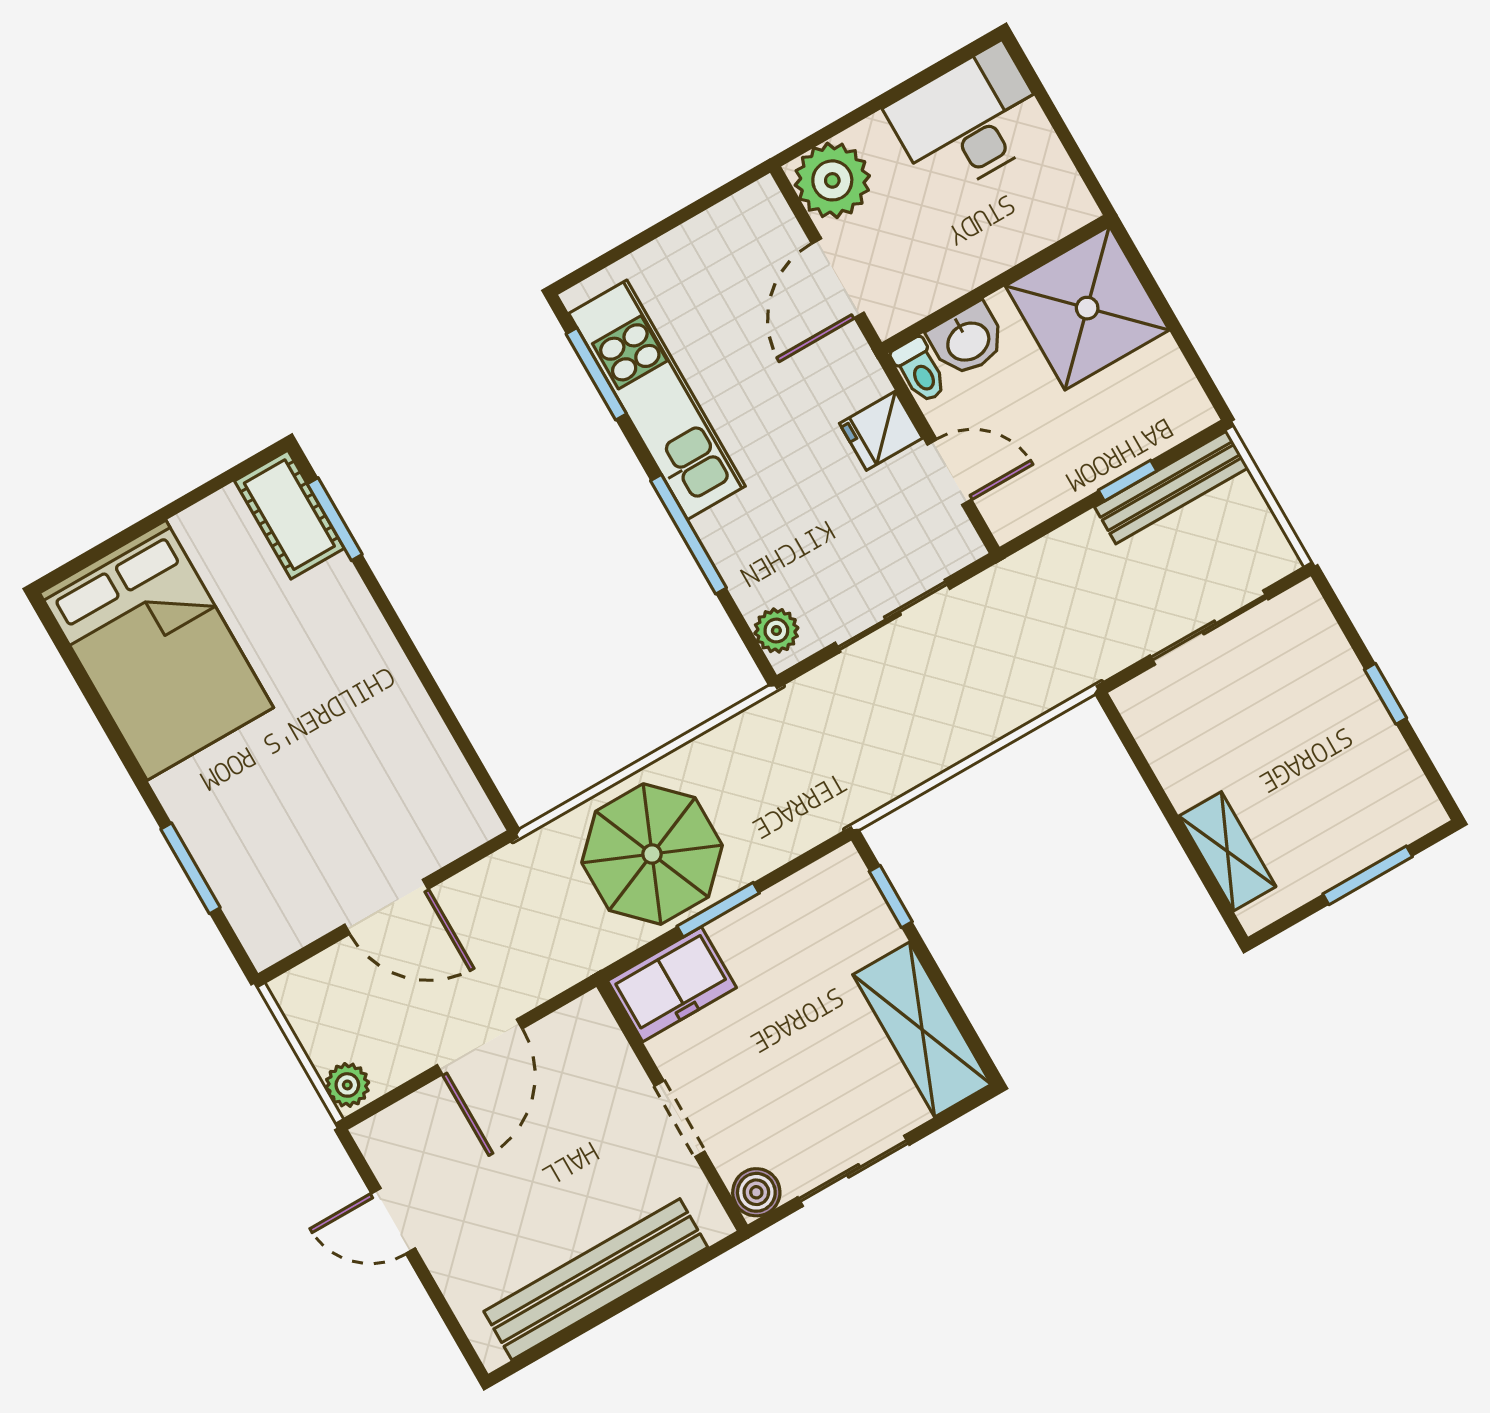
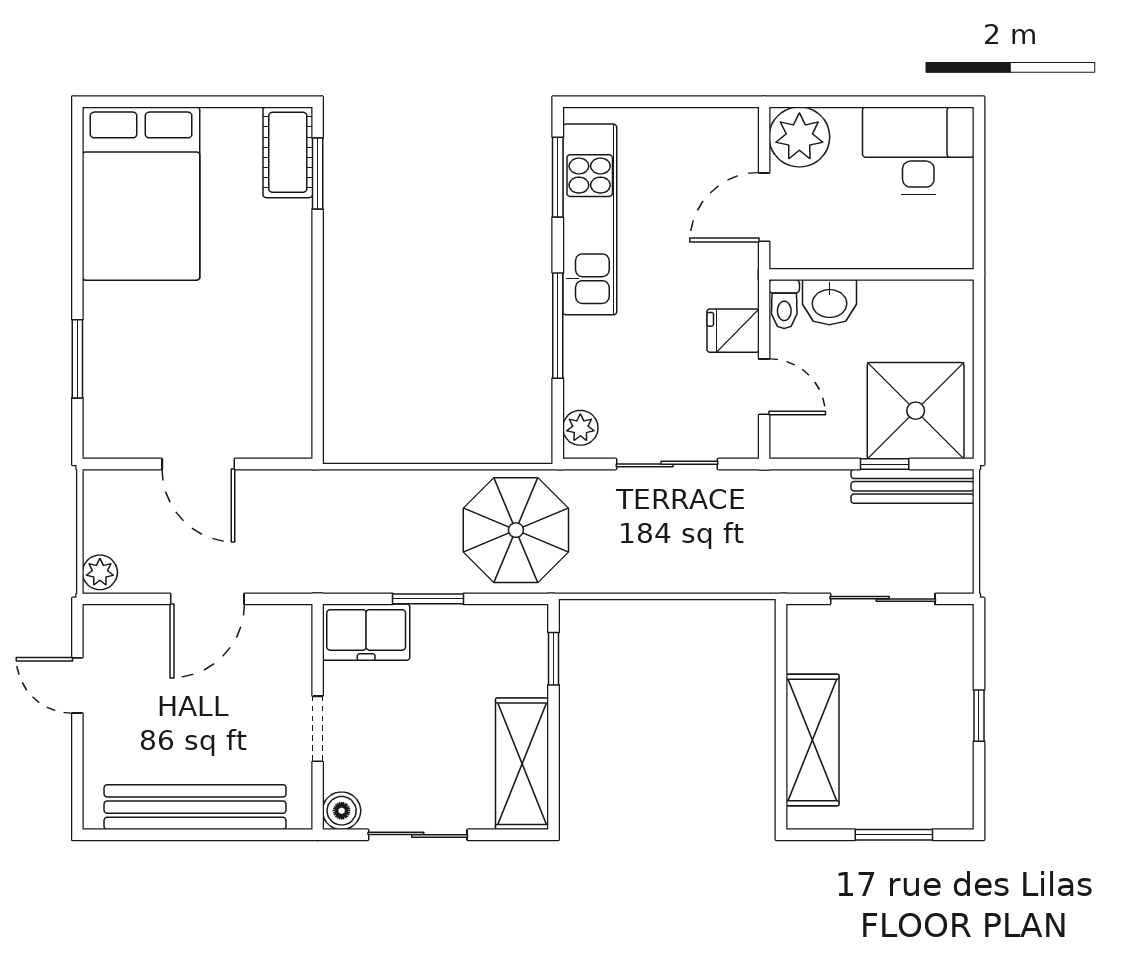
shower: (1087, 308) -> (916, 411), moved
shelving: (1227, 851) -> (812, 740), width x1.50, depth x1.33
parasol: (652, 854) -> (516, 530), moved

